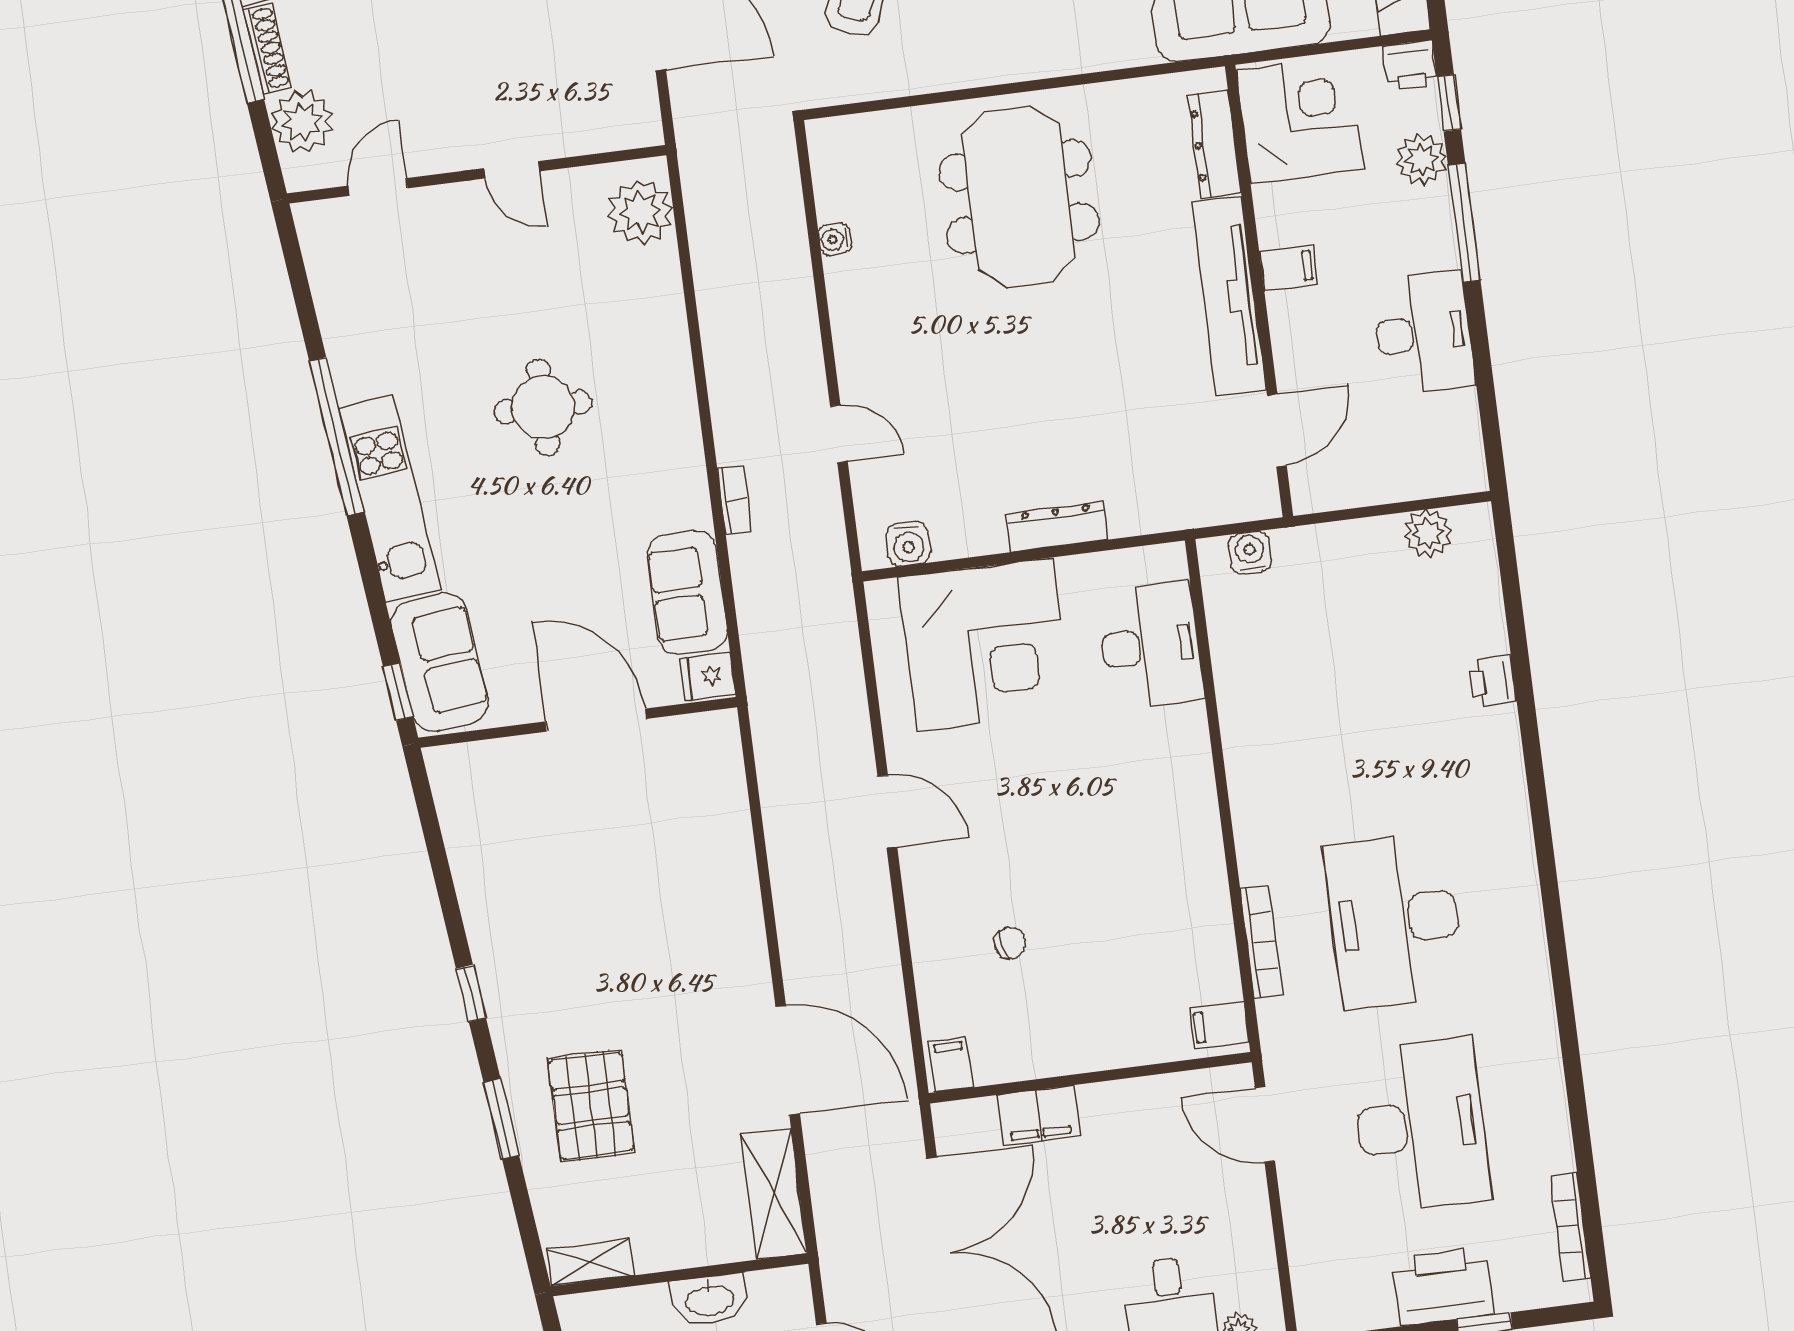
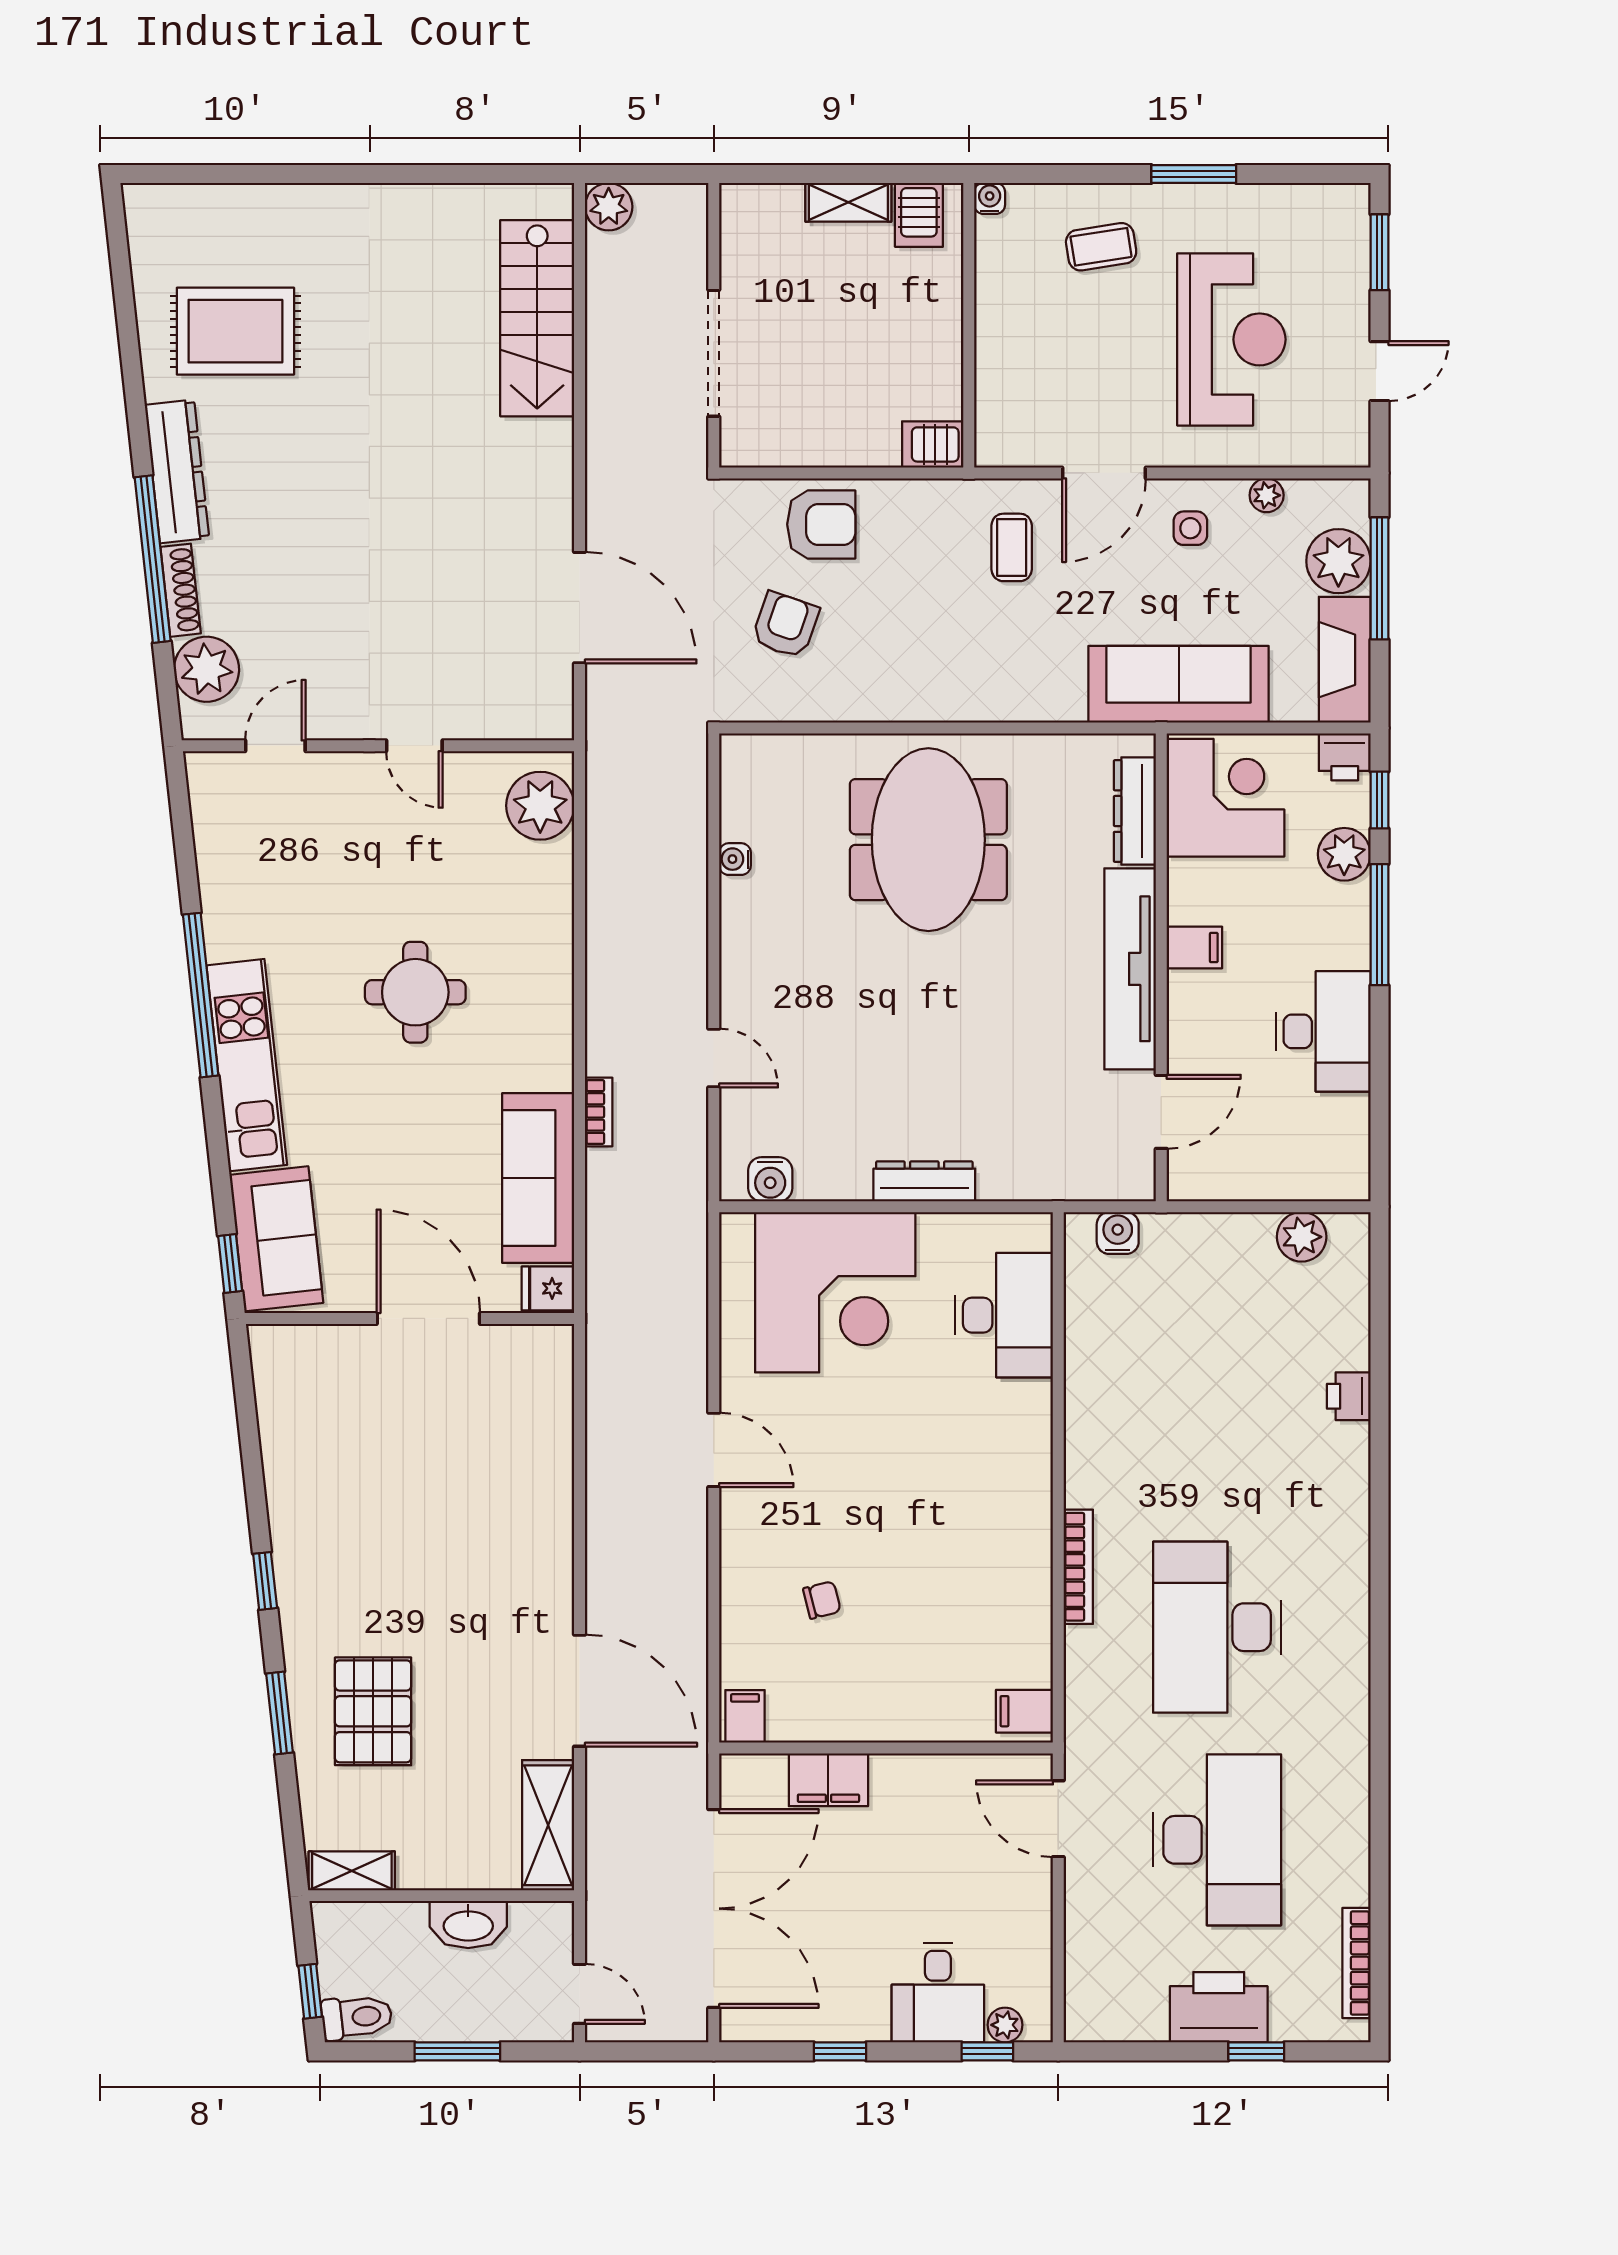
sofa: (687, 593) -> (538, 1178), width x1.36
bookcase: (1261, 942) -> (1078, 1567), moved

